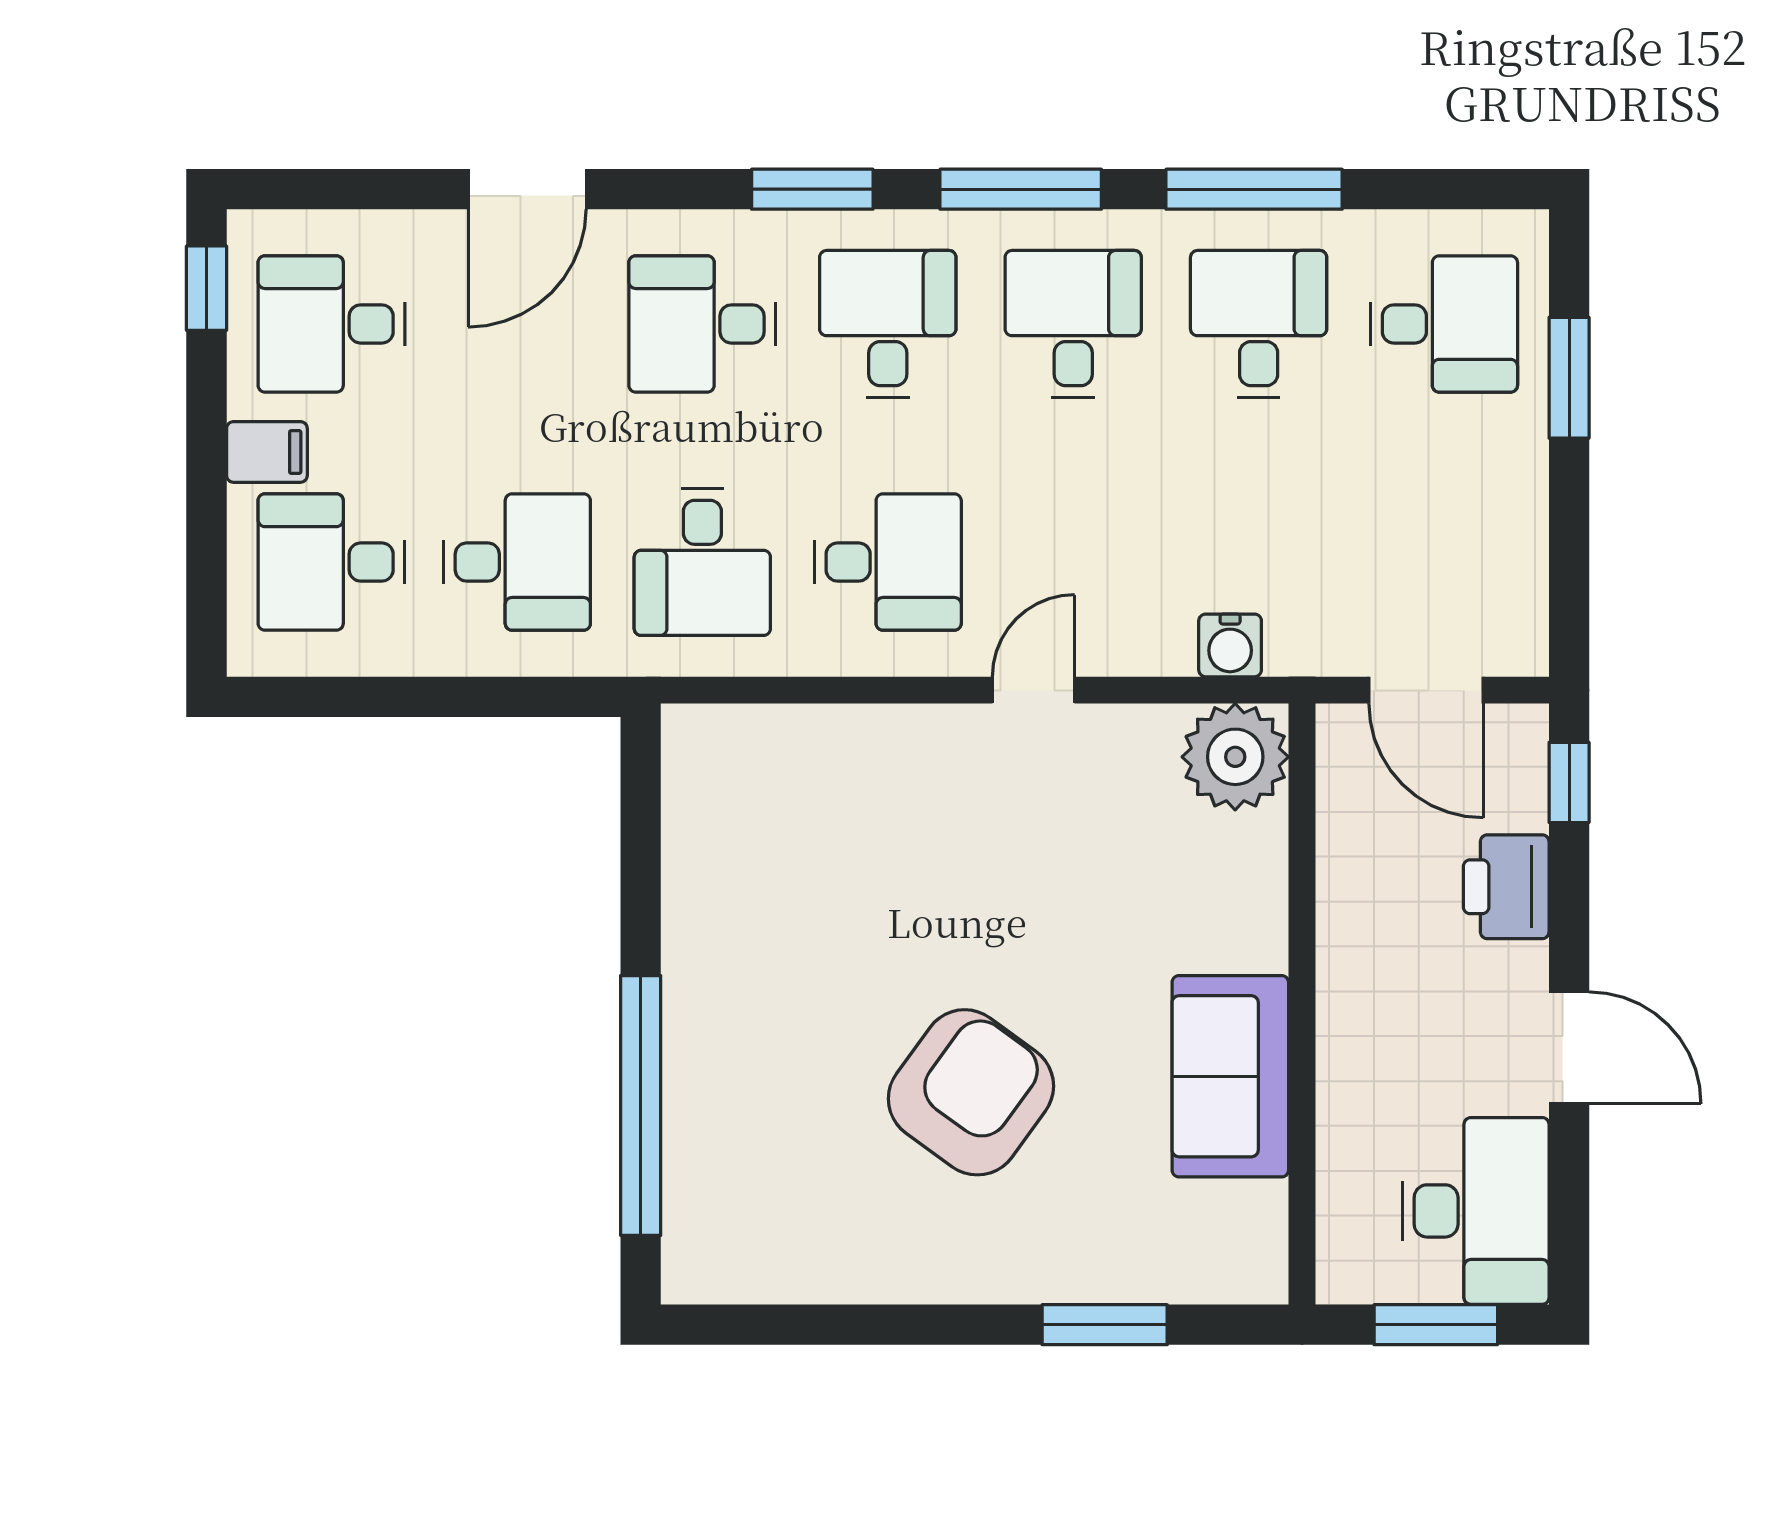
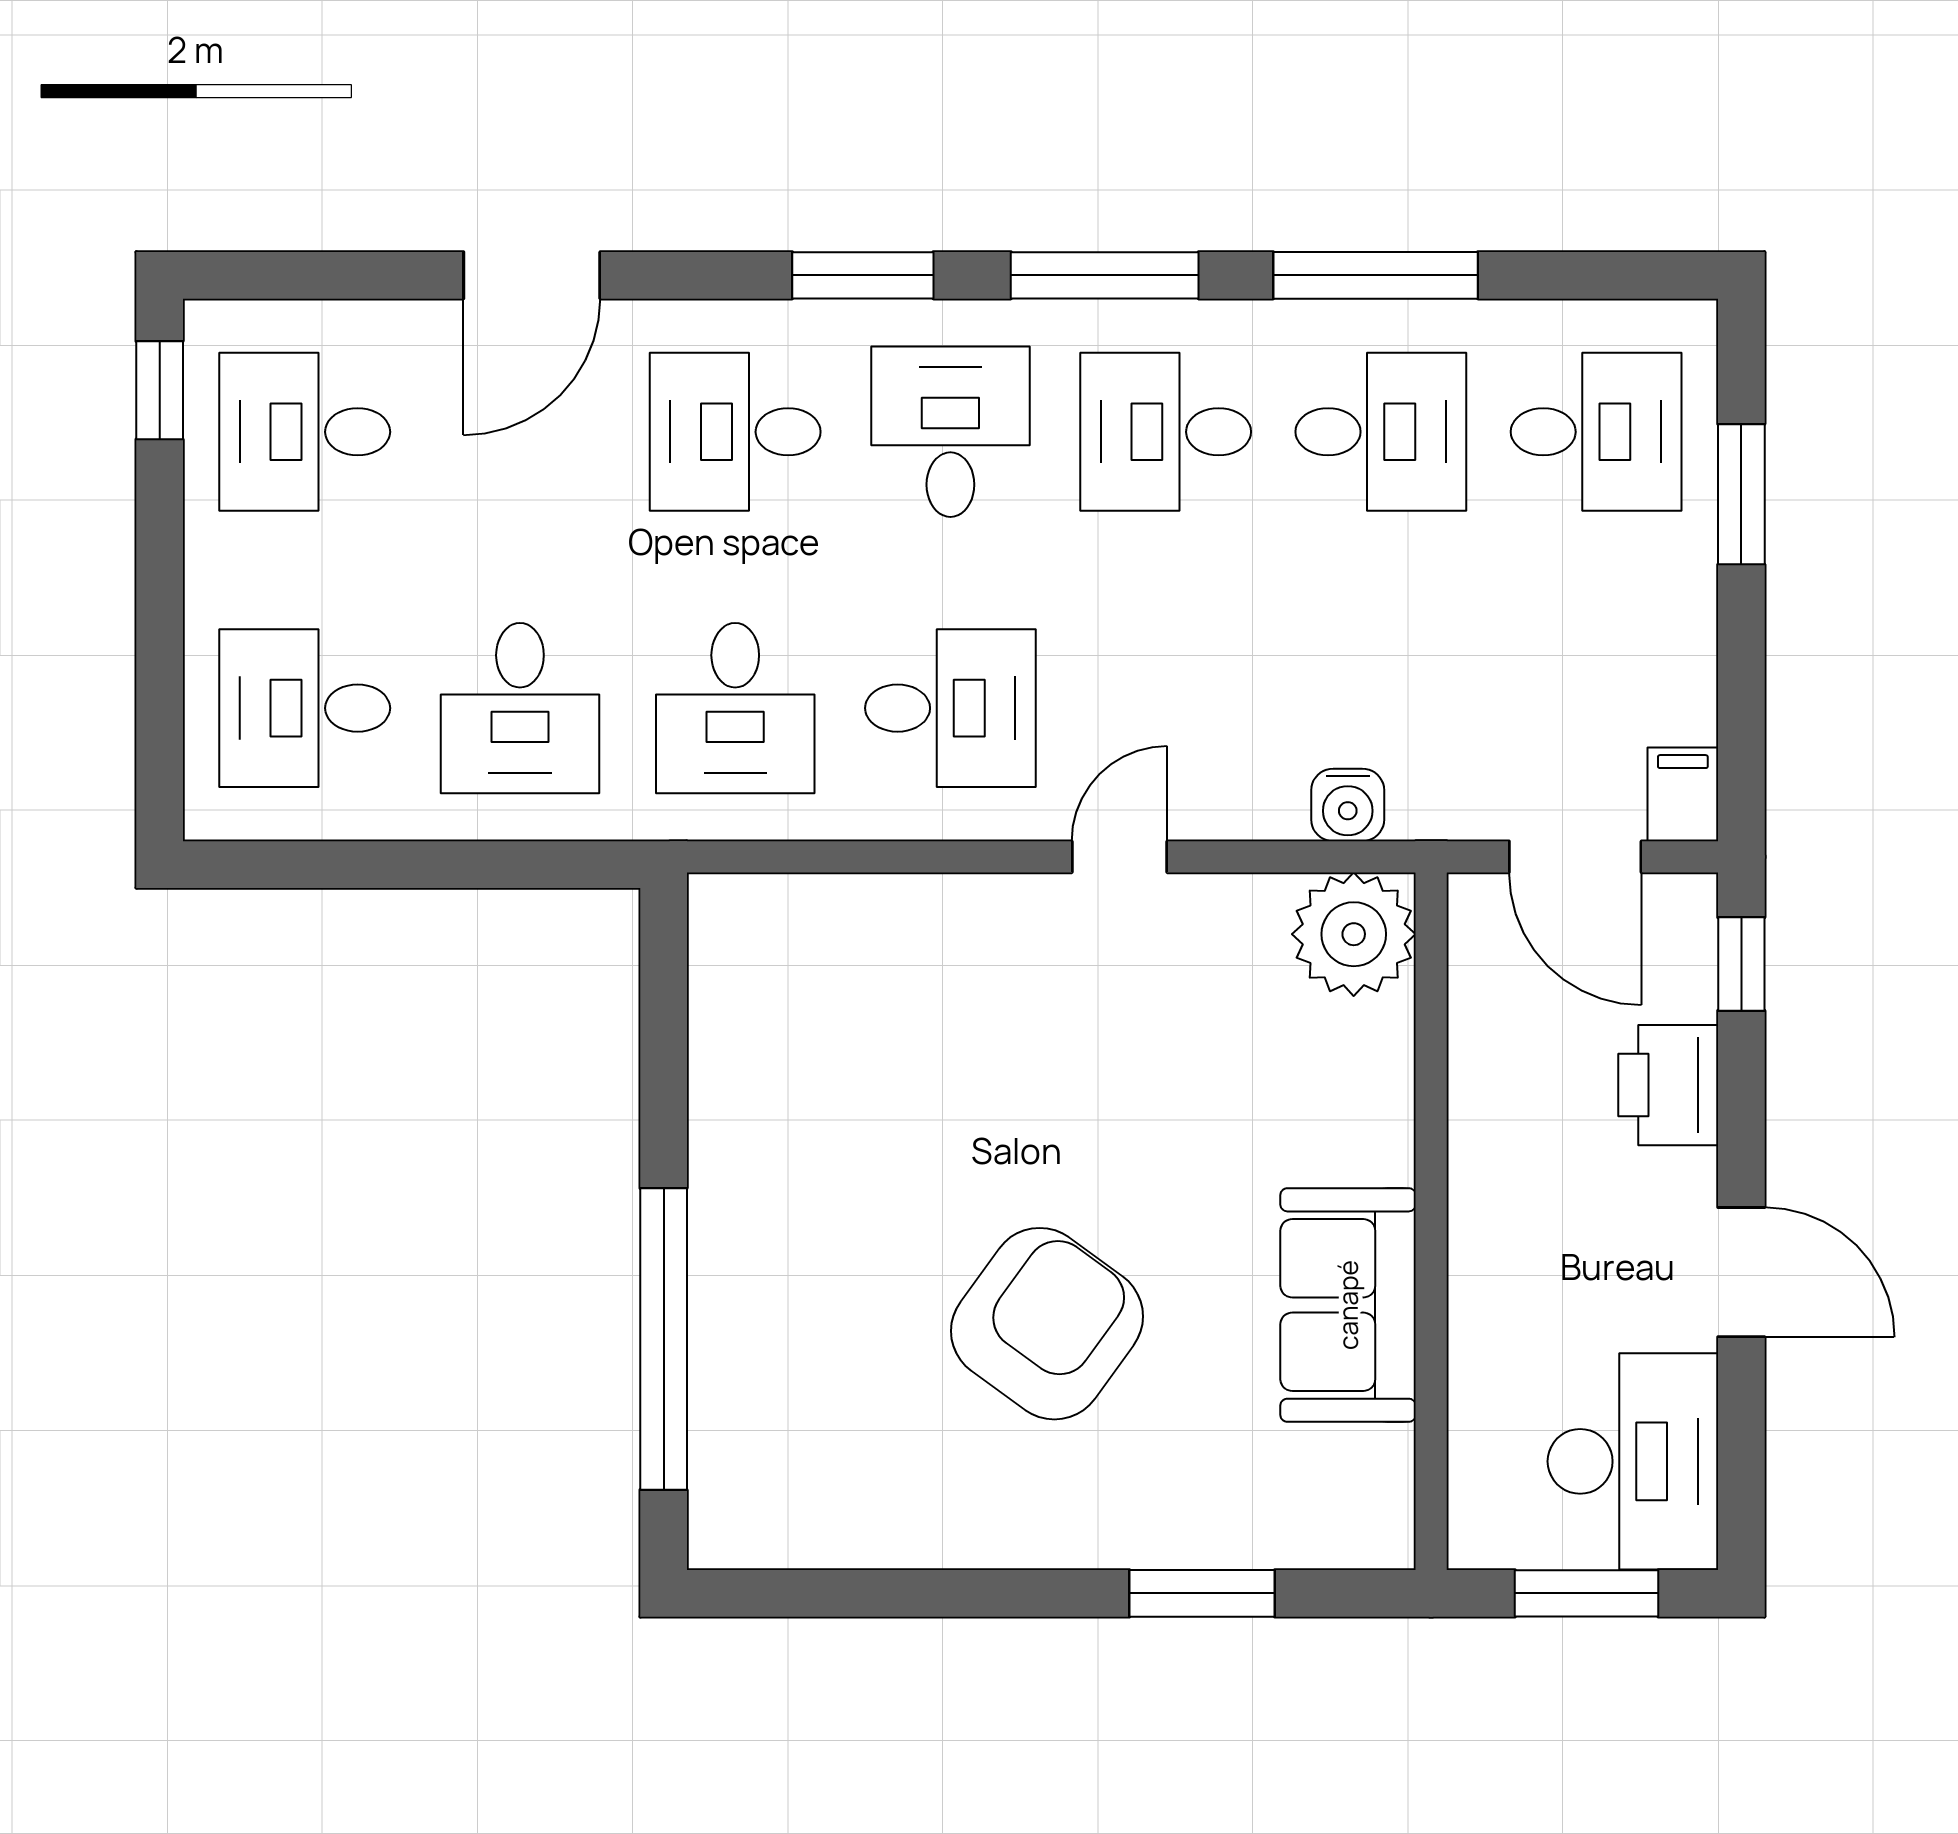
desk: (1073, 324) -> (1166, 432), turned -90
desk: (1259, 324) -> (1381, 432), turned 90
filing cabinet: (267, 452) -> (1683, 794), moved, turned -90
desk: (517, 562) -> (520, 708), turned 90

